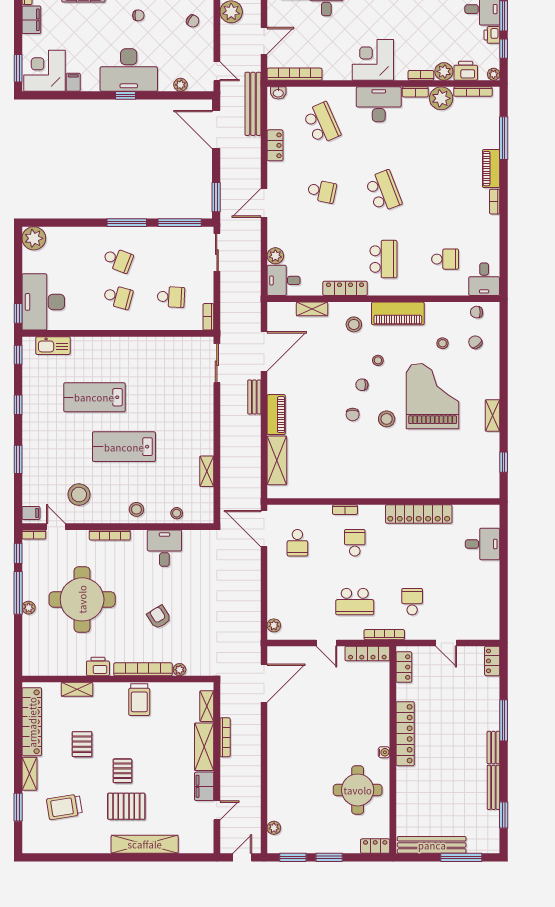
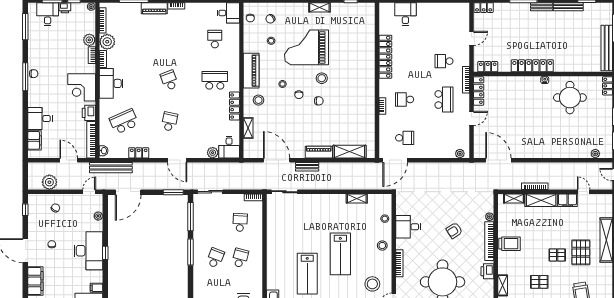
printer: (466, 71) -> (89, 113), moved
school desk: (383, 191) -> (169, 80), width x0.54

